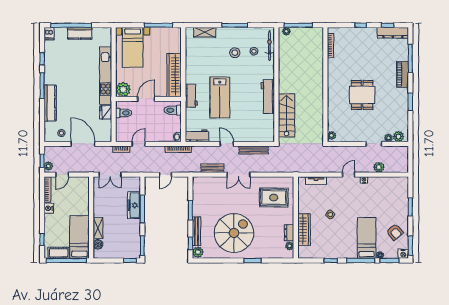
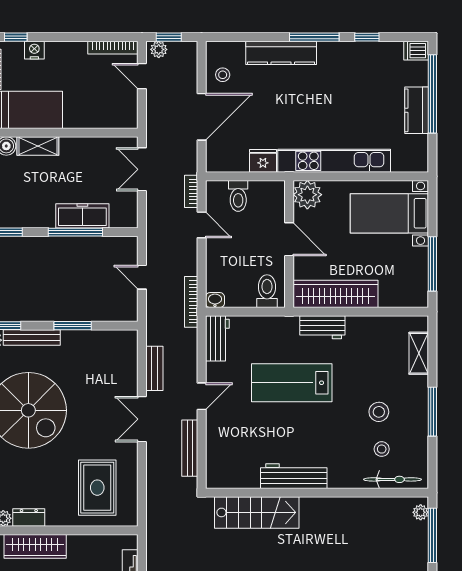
workbench: (191, 96) -> (322, 327), moved
toilet: (124, 113) -> (238, 196), moved
nightstand: (49, 208) -> (34, 50), moved

